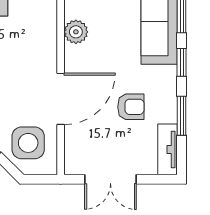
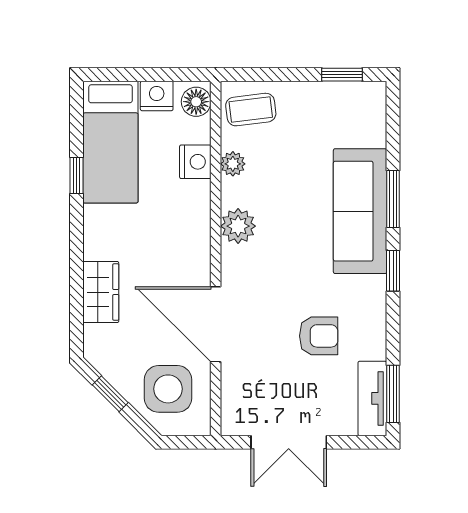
door: (61, 99) -> (216, 324), swing flipped
window: (182, 116) -> (393, 394), moved

